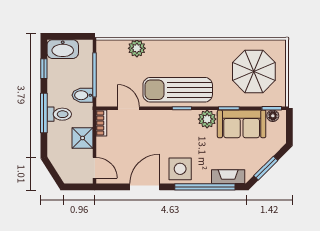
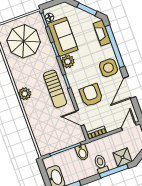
plant: (137, 48) -> (25, 94), moved
sun lounger: (178, 90) -> (55, 89), width x0.73, depth x0.75
door: (128, 108) -> (80, 118), hinge flipped
window: (44, 113) -> (114, 171), moved
armchair: (153, 134) -> (91, 95), added
shower: (83, 138) -> (122, 157), moved
door: (145, 187) -> (130, 87), hinge flipped

